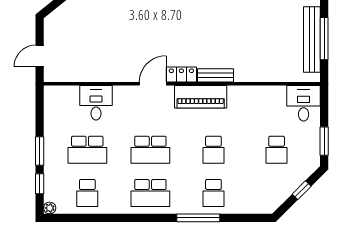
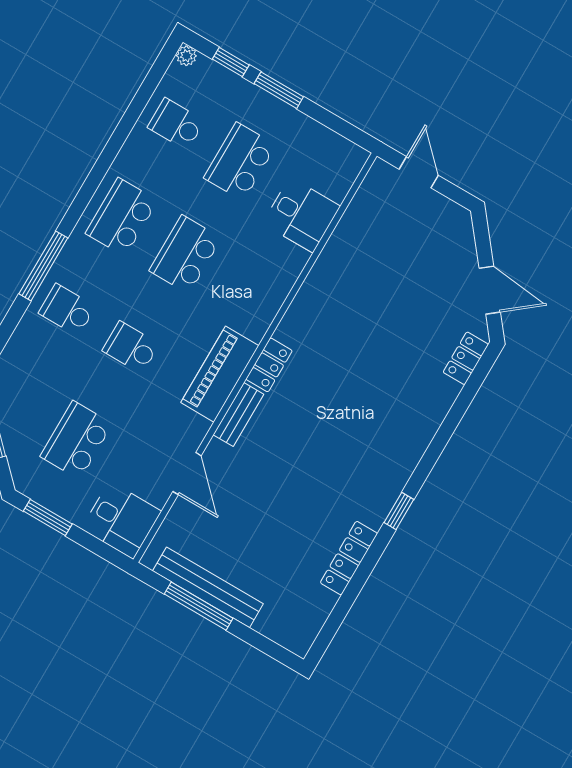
door: (153, 84) -> (187, 474), moved
school desk: (277, 150) -> (76, 440), width x1.85

